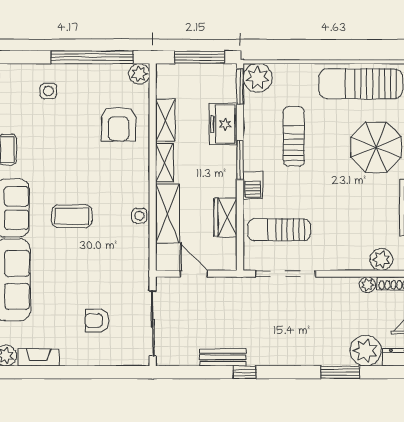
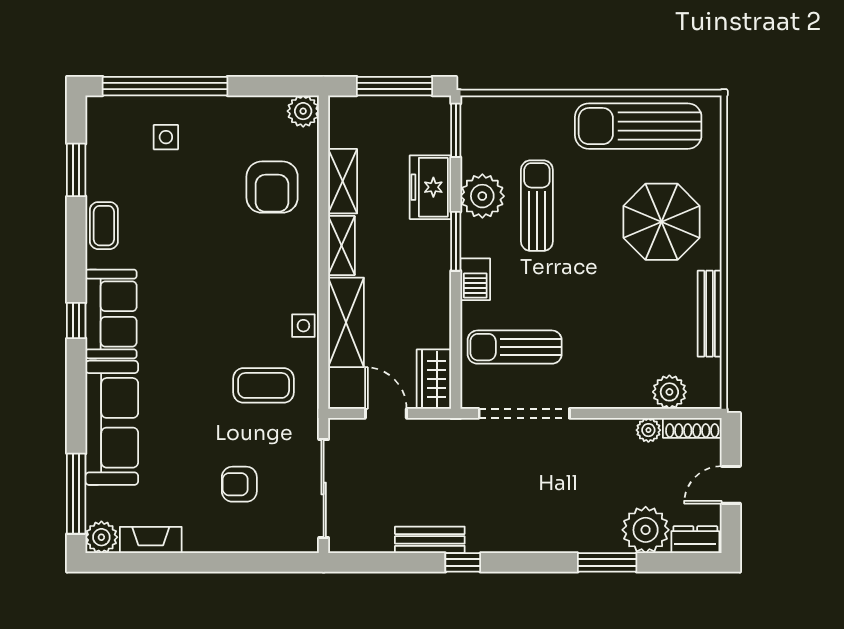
window: (92, 57) -> (165, 86), moved
plant: (258, 78) -> (482, 196), moved
coffee table: (72, 216) -> (264, 385), moved
wardrobe: (226, 217) -> (434, 379), moved

